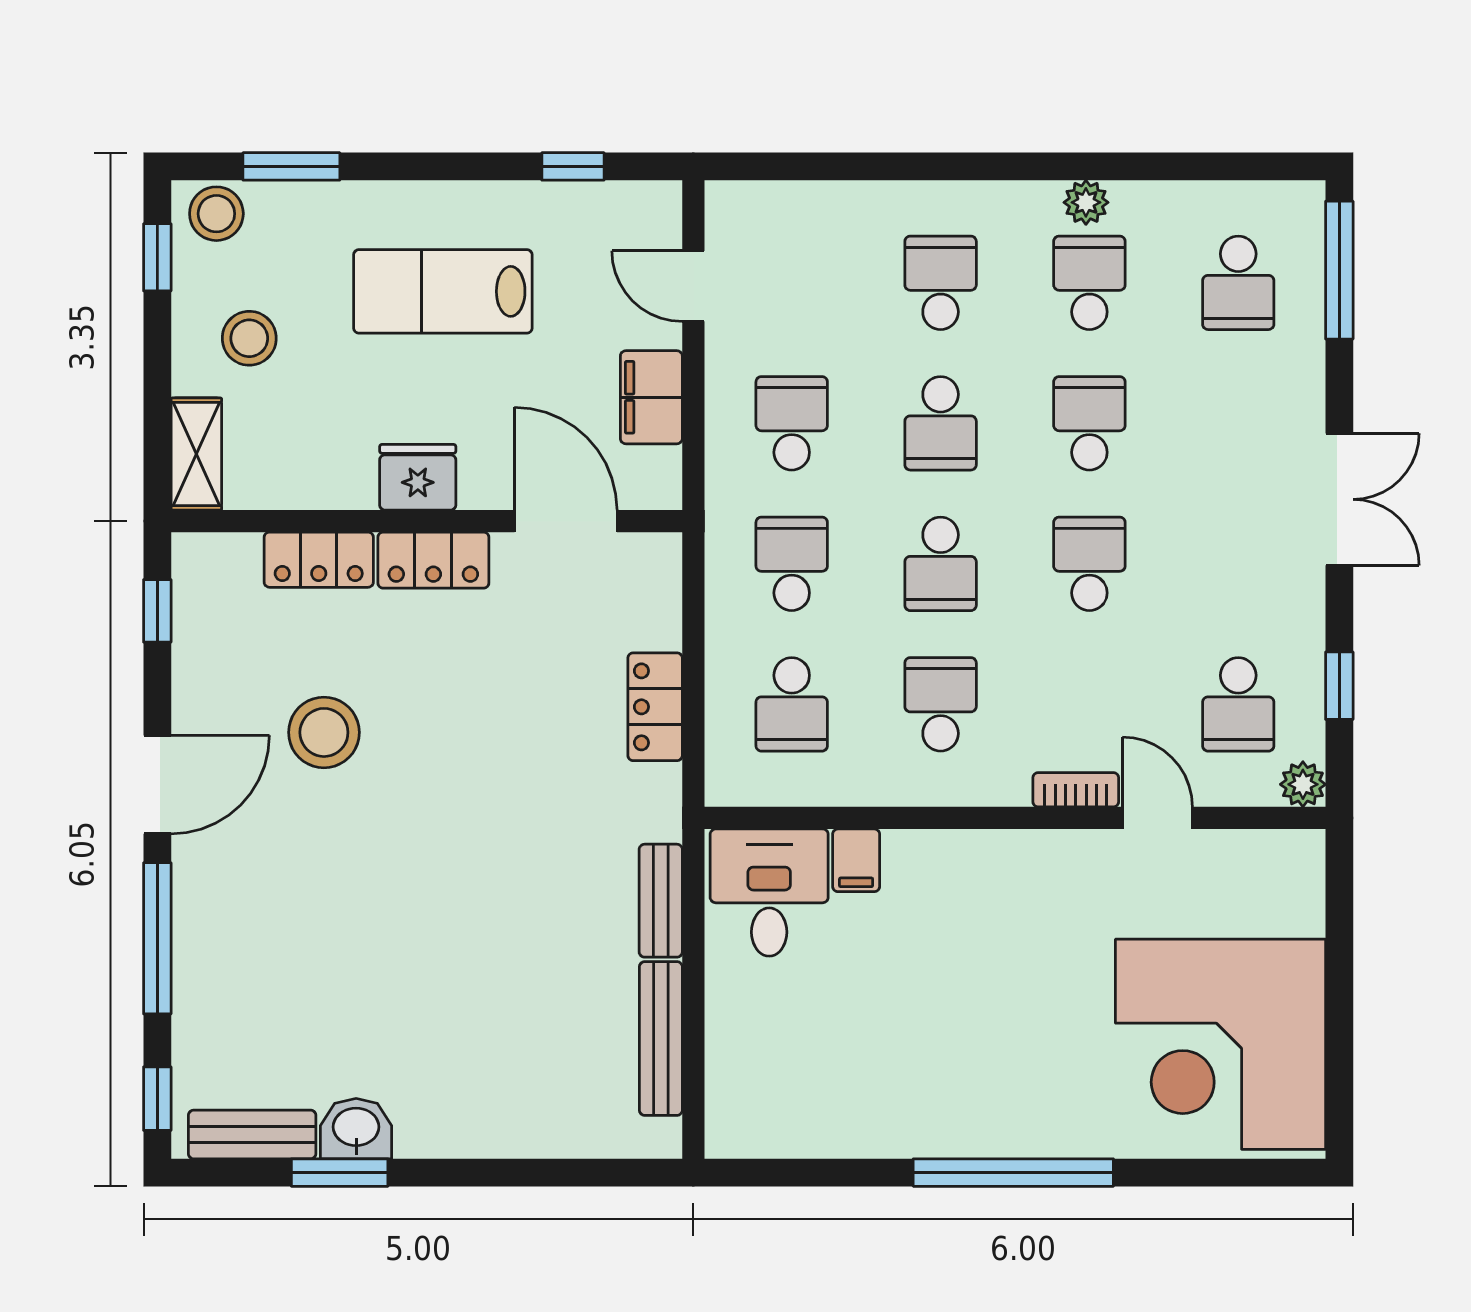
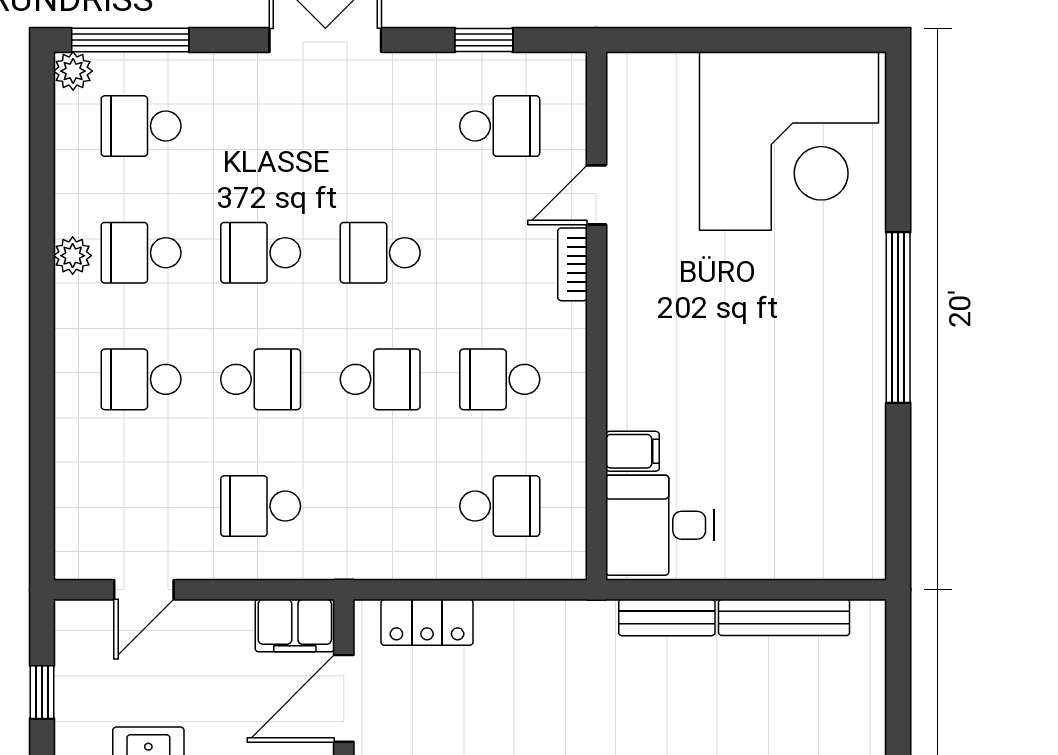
school desk: (1238, 283) -> (141, 126), turned 180
filing cabinet: (651, 397) -> (295, 625), moved
school desk: (792, 564) -> (380, 506), removed
locker: (655, 707) -> (427, 622), moved
plant: (1303, 784) -> (73, 71), moved

